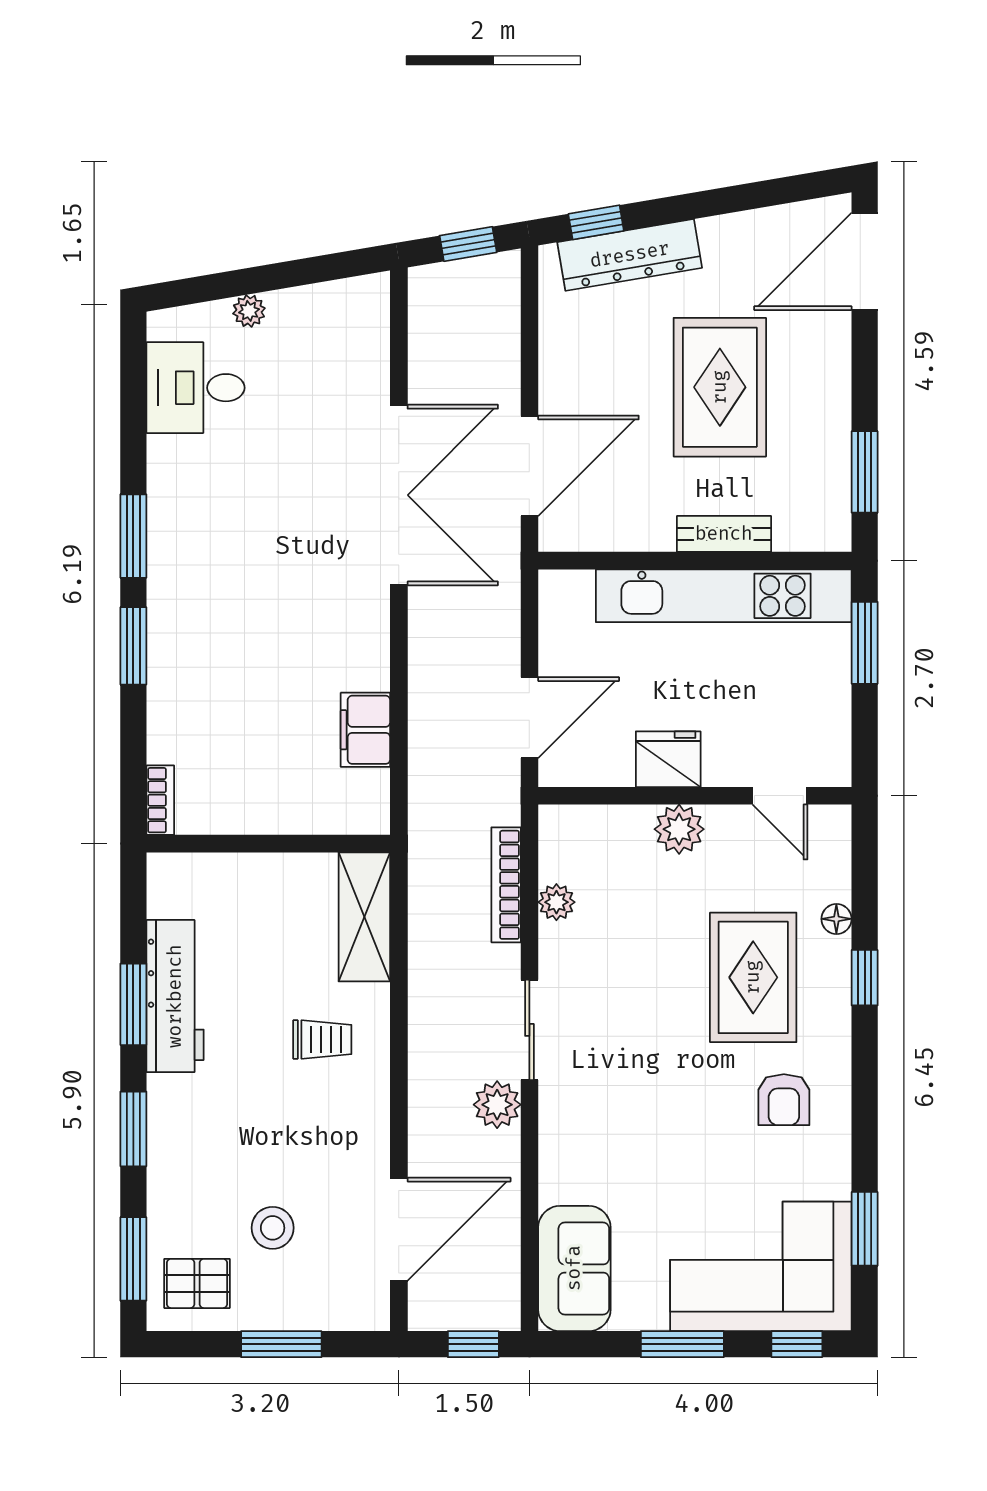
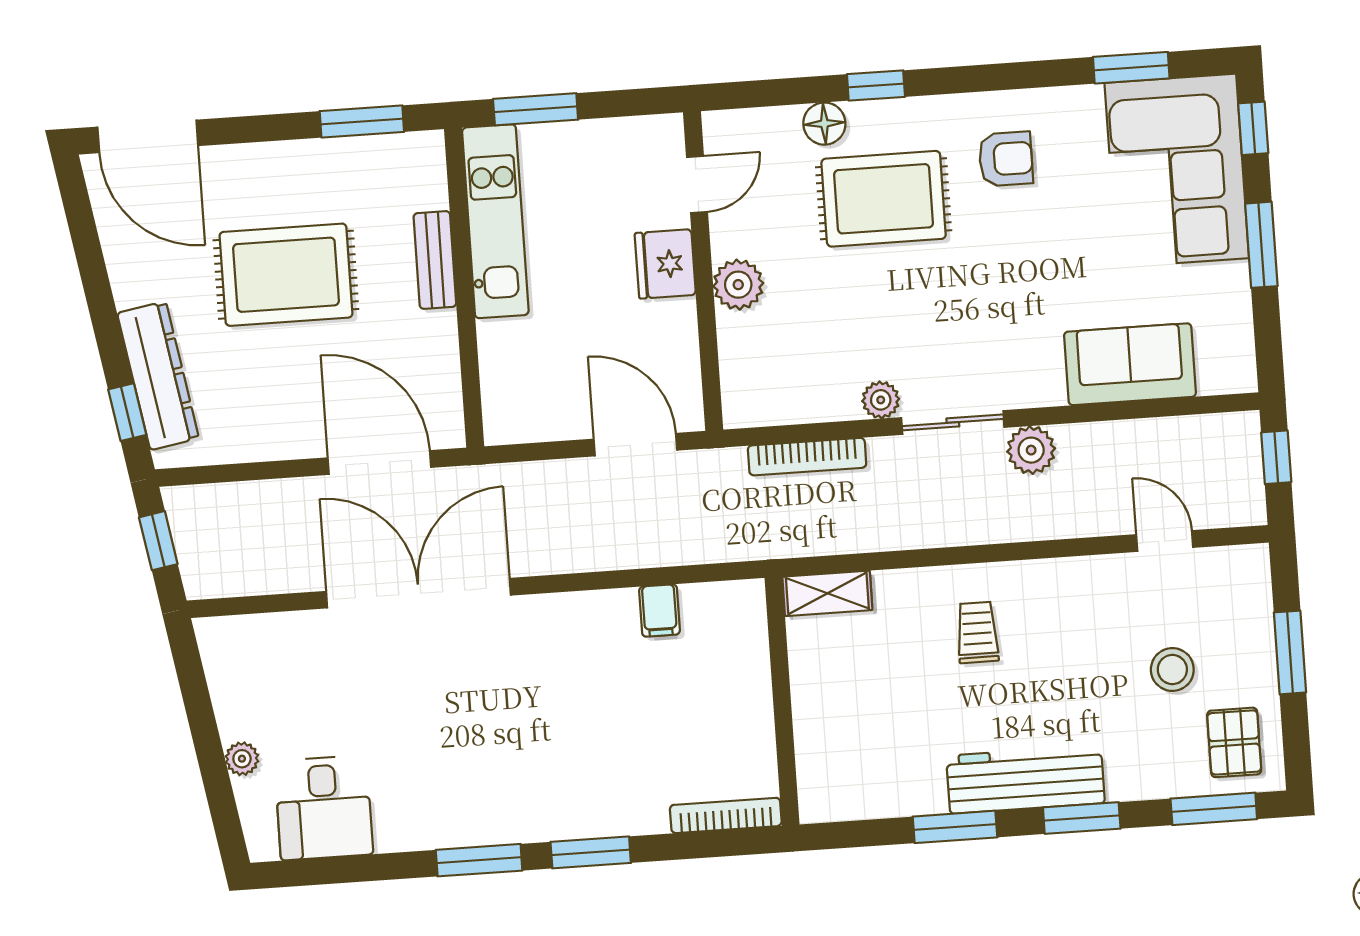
kitchen unit: (724, 596) -> (495, 221), width x0.73
filing cabinet: (365, 730) -> (659, 611), width x0.50
fridge: (668, 759) -> (665, 264), moved
bookcase: (160, 800) -> (726, 815), width x1.56
plant: (556, 902) -> (881, 400), moved
shelving: (364, 917) -> (827, 593), width x0.67, depth x0.75
floor lamp: (836, 919) -> (824, 124), width x1.37, depth x1.37
workbench: (175, 996) -> (1025, 779), moved
door: (399, 1229) -> (1165, 541), width x0.53
sofa: (574, 1268) -> (1130, 364), moved

